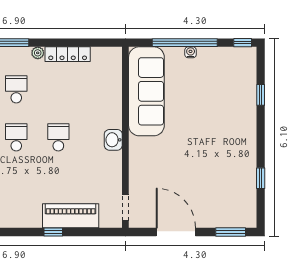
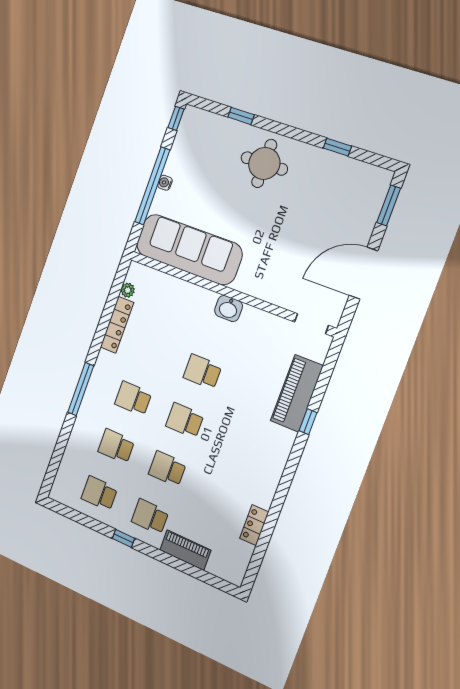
plant: (38, 53) -> (128, 290), moved
round table: (231, 127) -> (264, 163), added

